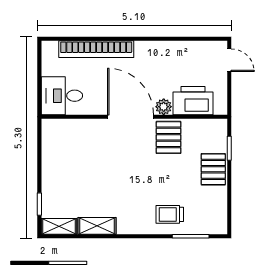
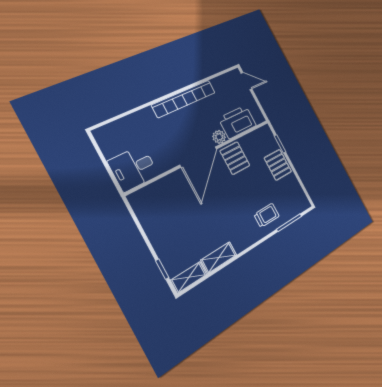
bookcase: (96, 49) -> (184, 99), moved
door: (131, 117) -> (198, 157), swing flipped
trolley: (170, 214) -> (267, 215), turned 180

